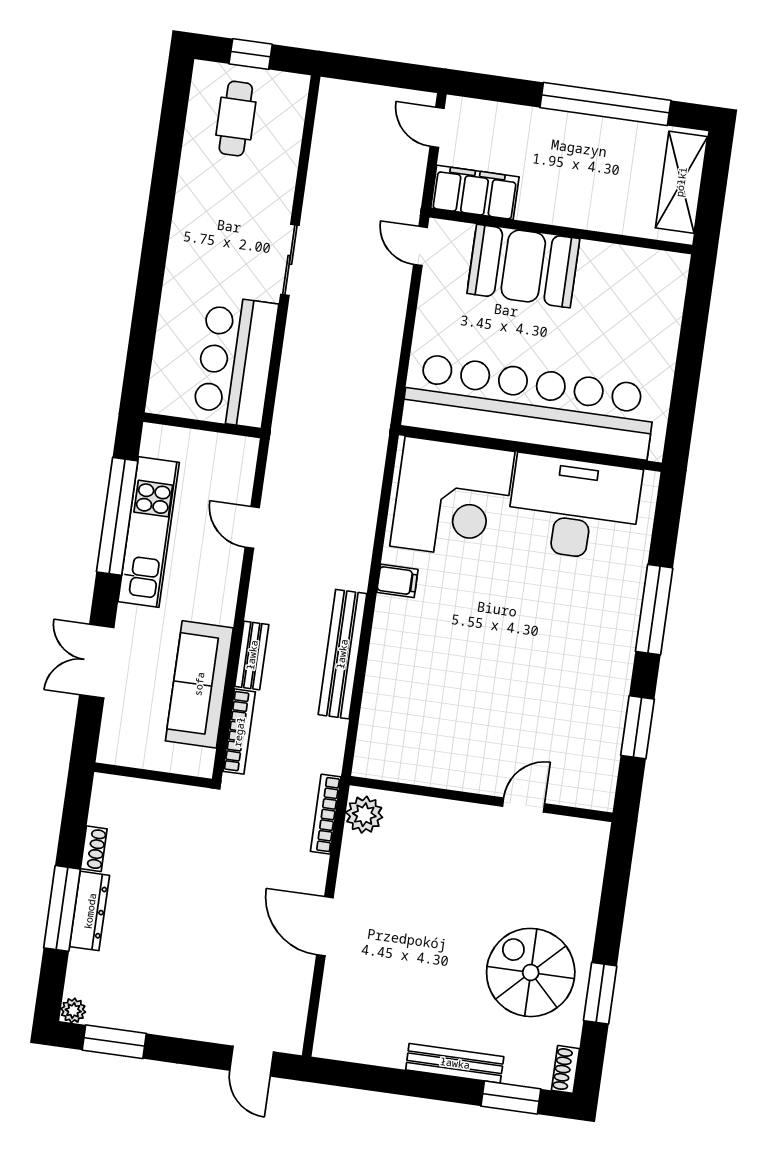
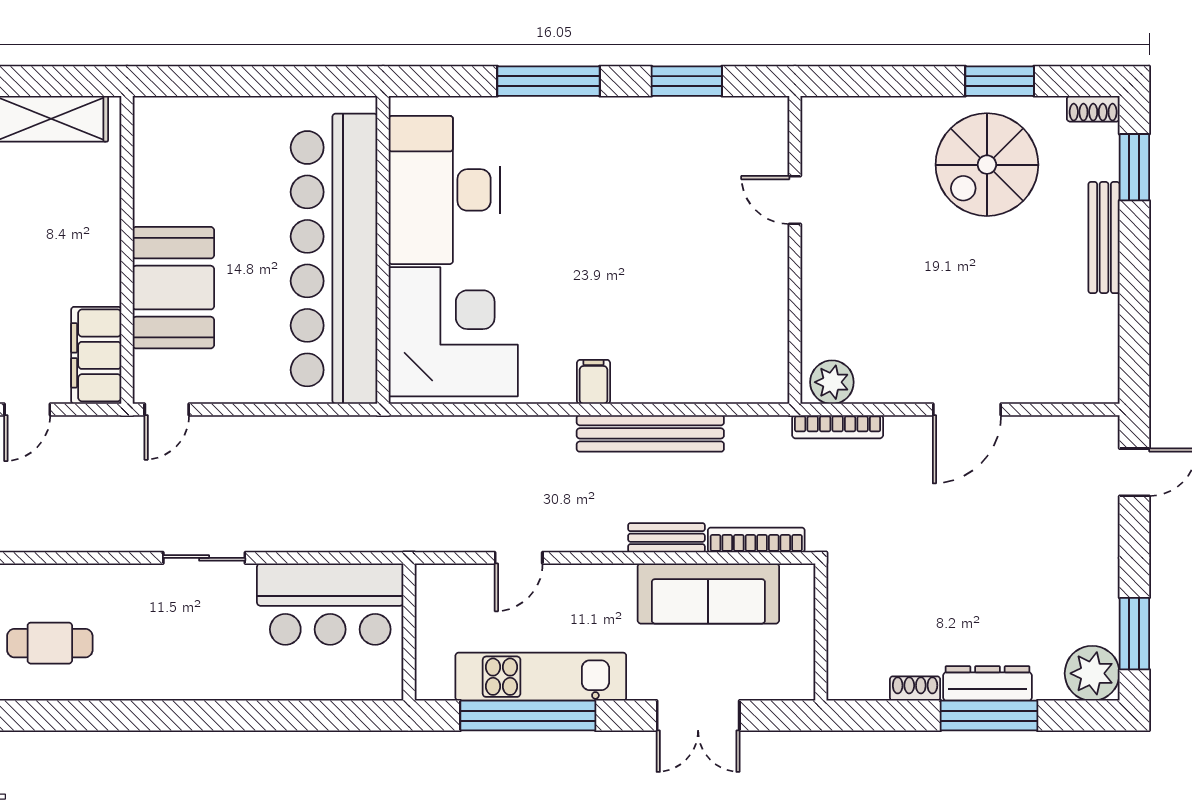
filing cabinet: (397, 581) -> (594, 382), moved
plant: (73, 1010) -> (1092, 673), width x1.88, depth x1.88

